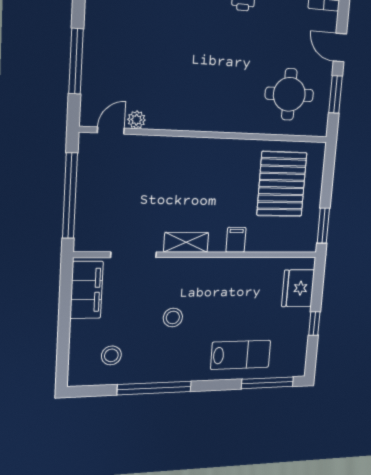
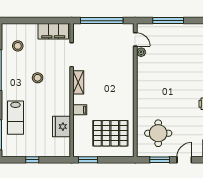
fridge: (298, 288) -> (61, 127), moved, turned -90

